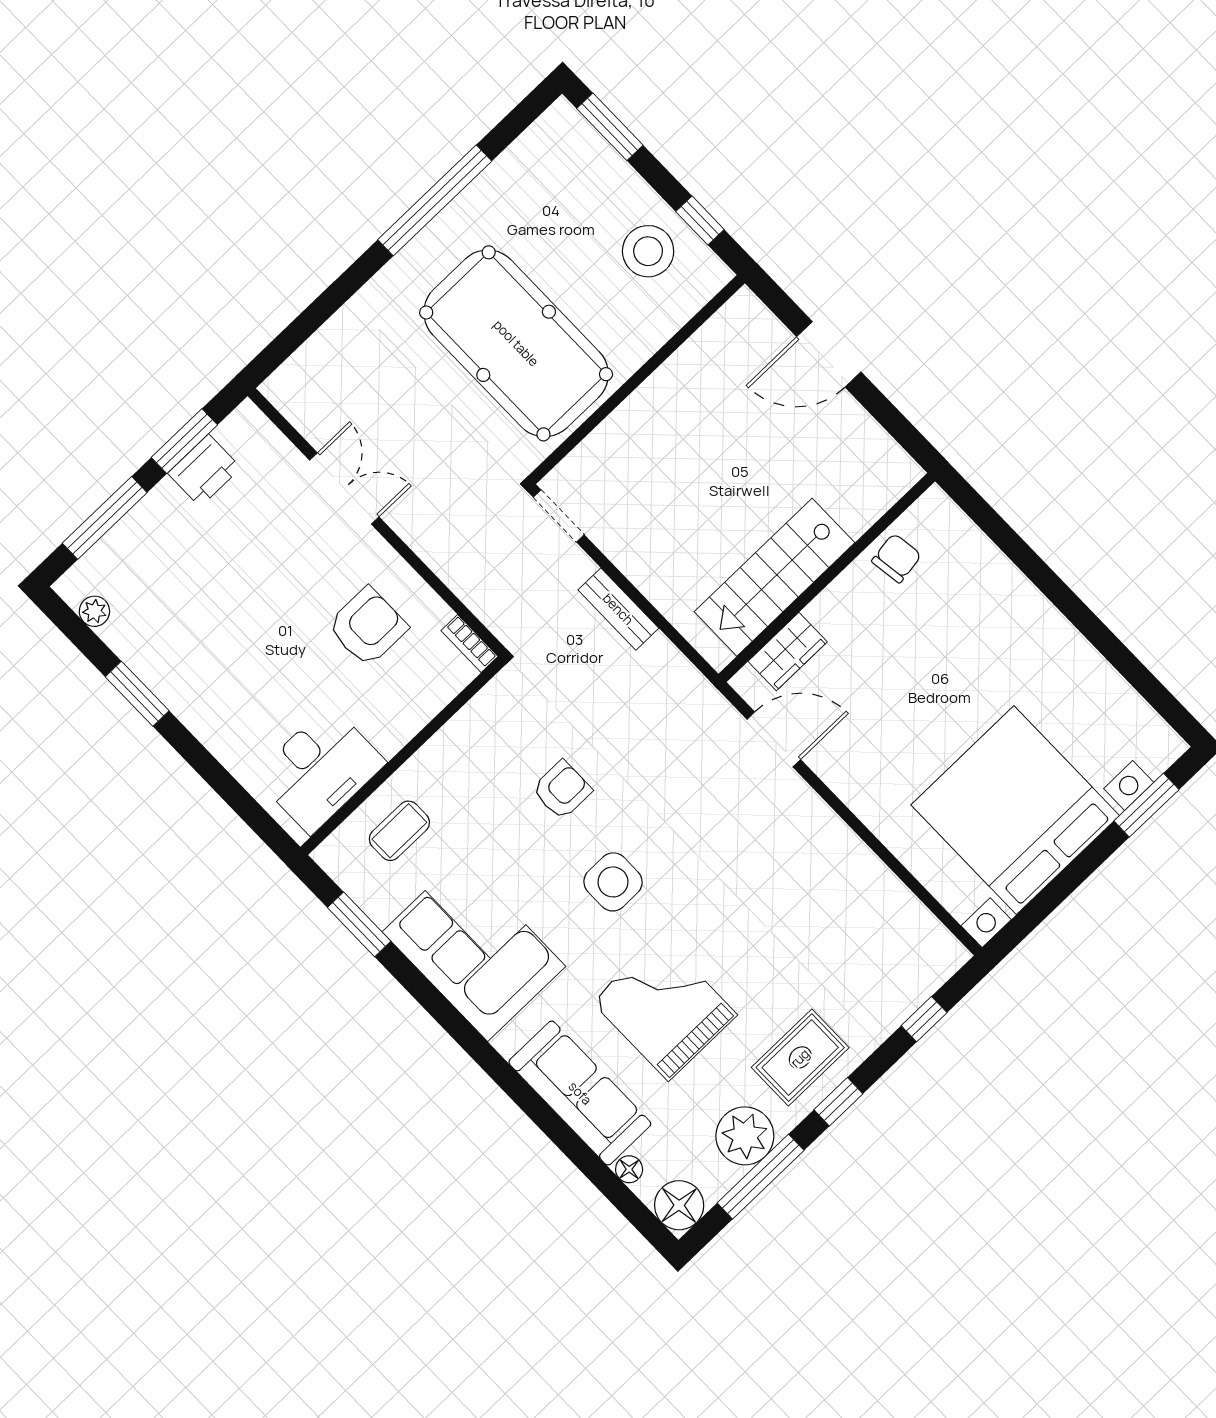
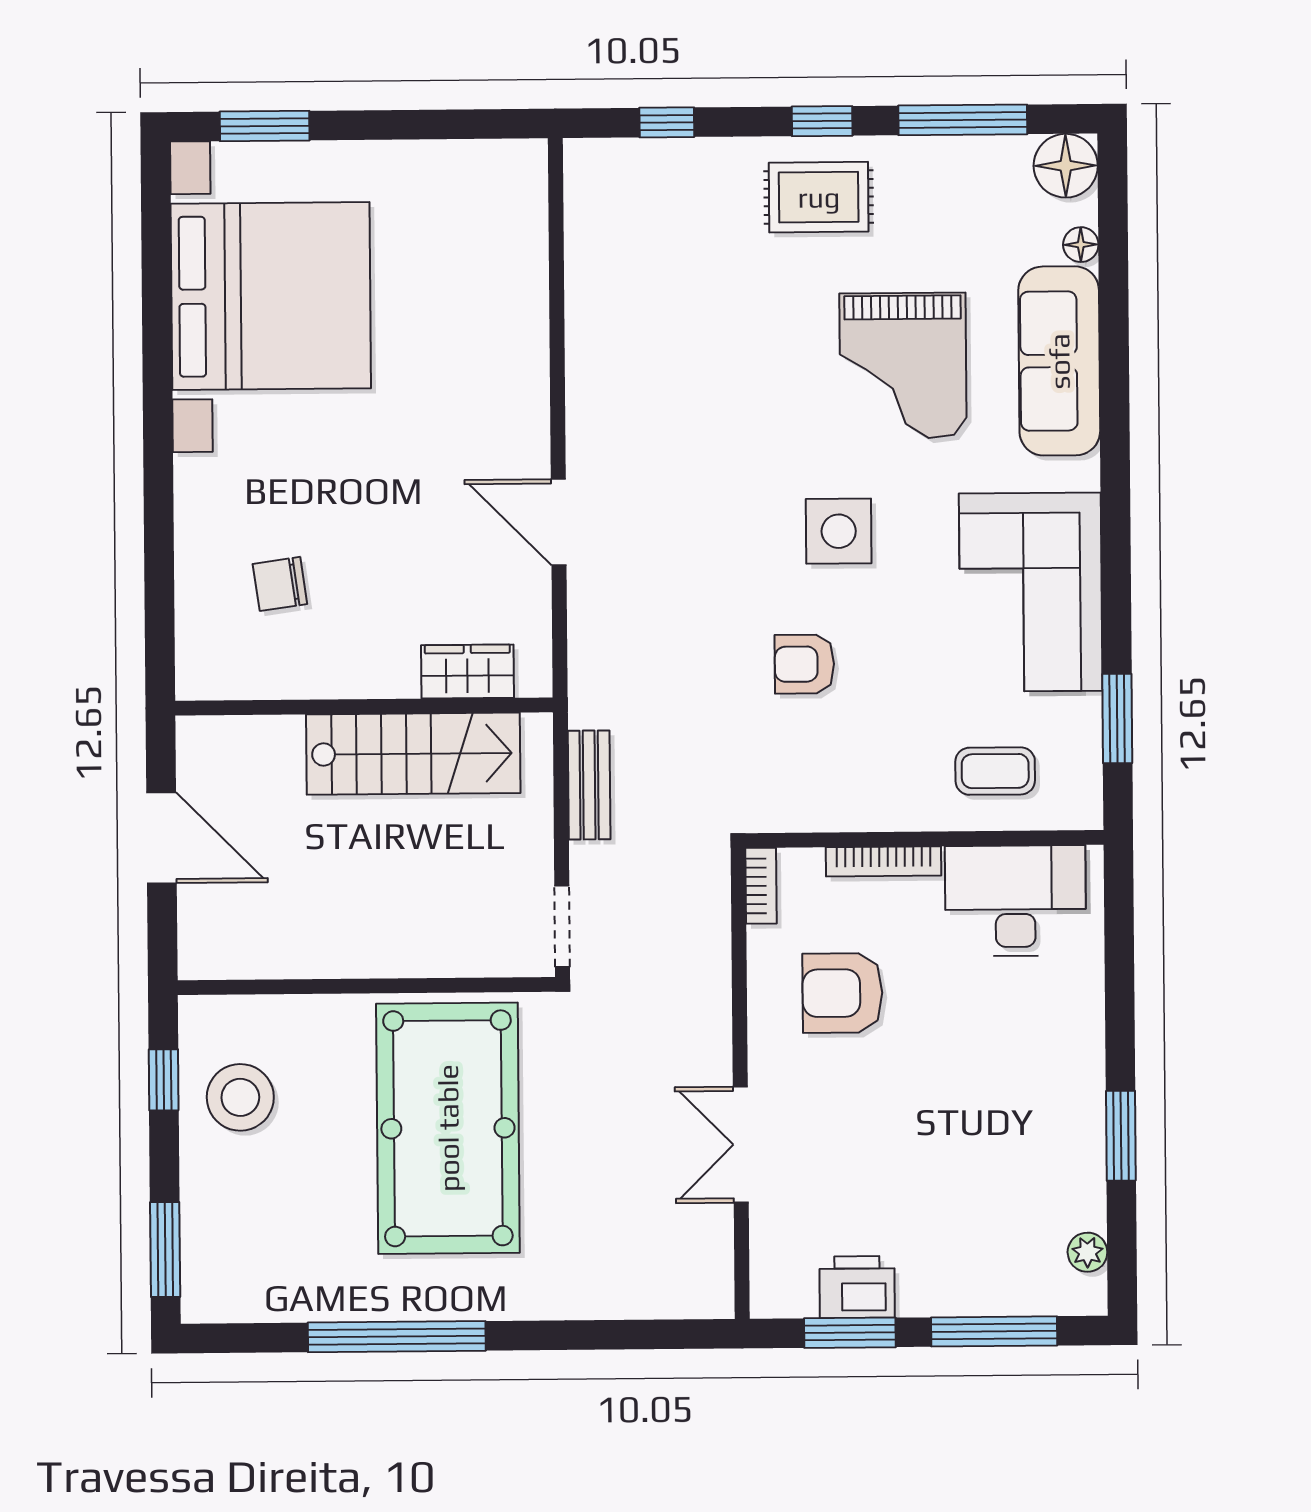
stairs: (775, 577) -> (413, 754), moved
wall: (827, 578) -> (364, 706), moved
wardrobe: (788, 652) -> (467, 671), moved
bookcase: (414, 722) -> (883, 861), added
bed with nightstands: (1015, 810) -> (271, 296), moved, turned -90
plant: (745, 1136) -> (941, 172), removed

